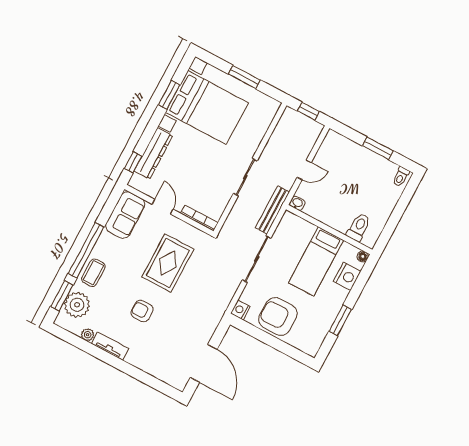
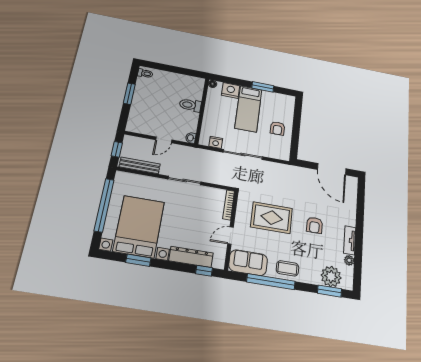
window: (244, 77) -> (104, 205), width x2.11
door: (304, 170) -> (164, 140), swing flipped
bench: (272, 210) -> (140, 165), moved
toilet: (359, 227) -> (190, 105), moved
window: (86, 250) -> (271, 282), moved
bed: (316, 261) -> (248, 109), moved, turned 90
coffee table: (93, 273) -> (287, 268), moved
nightstand: (240, 310) -> (216, 142), moved
armchair: (278, 316) -> (278, 128), width x0.53, depth x0.53
door: (204, 363) -> (332, 169), swing flipped

